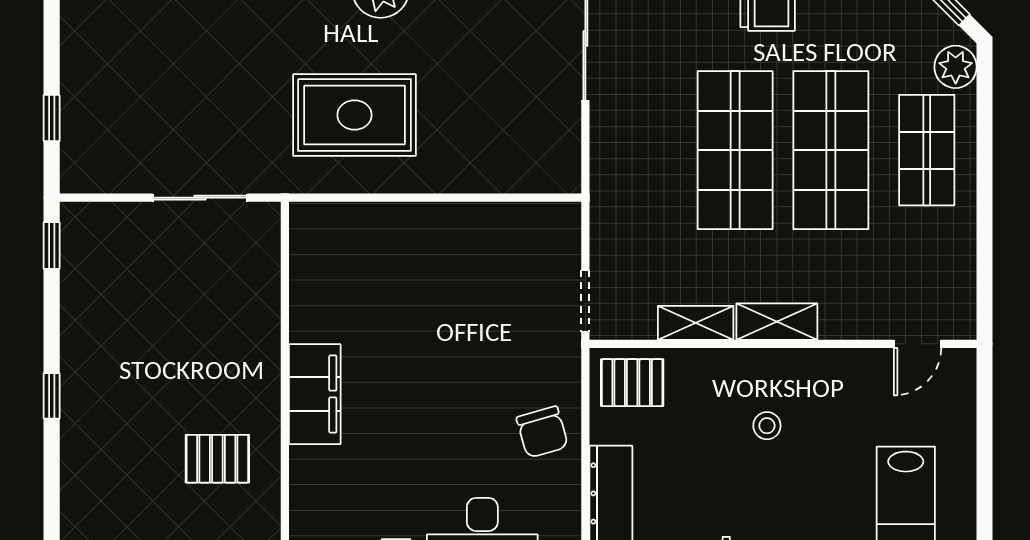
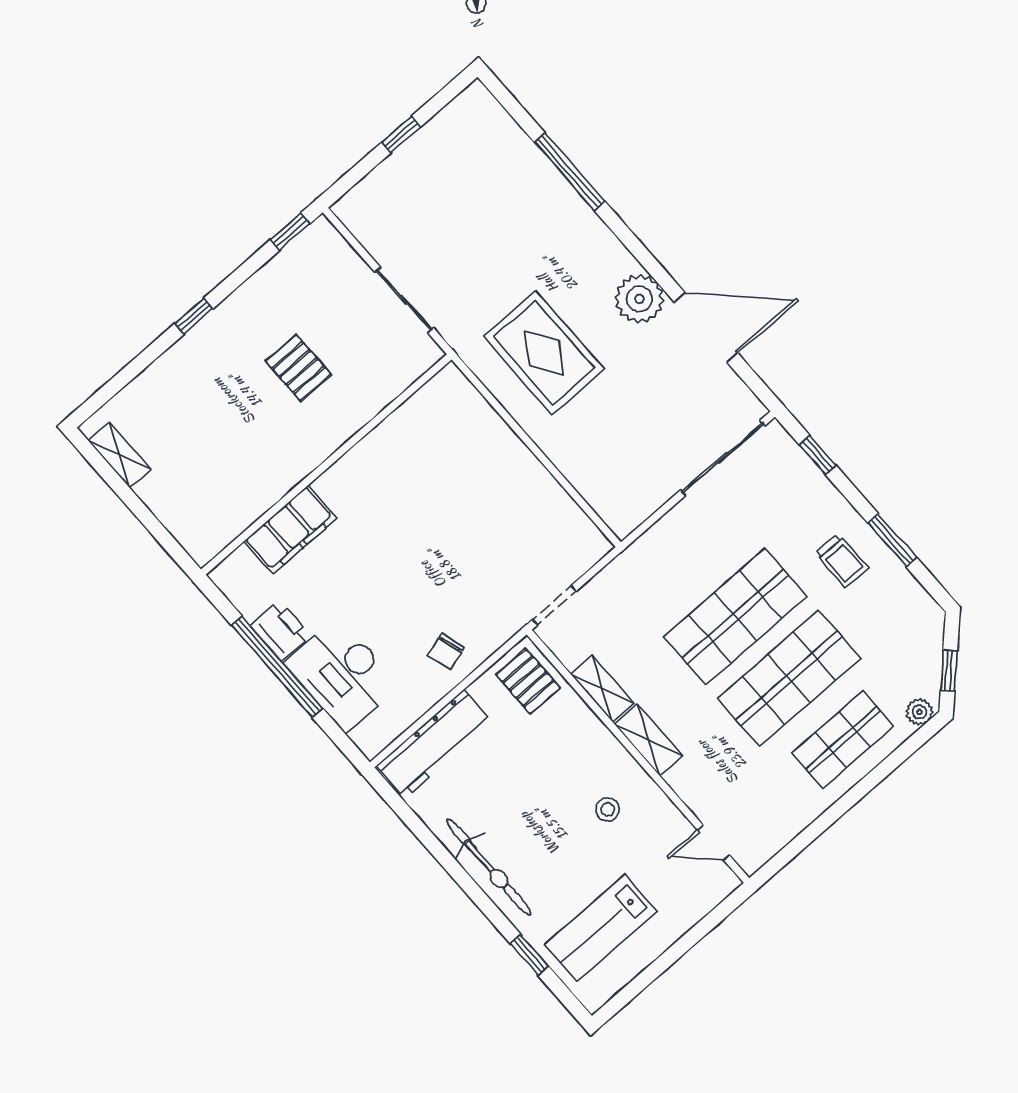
plant: (956, 67) -> (919, 712), width x0.73, depth x0.73
window: (52, 118) -> (401, 135), moved
filing cabinet: (315, 394) -> (290, 530), moved
stool: (767, 426) -> (608, 809), moved
chair: (542, 432) -> (446, 651), width x0.73, depth x0.73
pallet: (217, 459) -> (298, 368), moved

